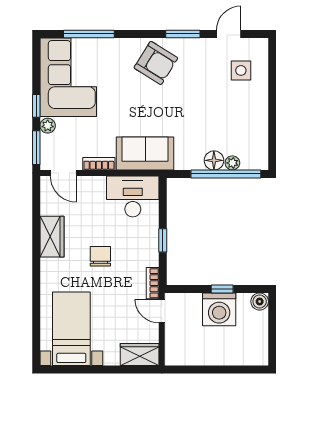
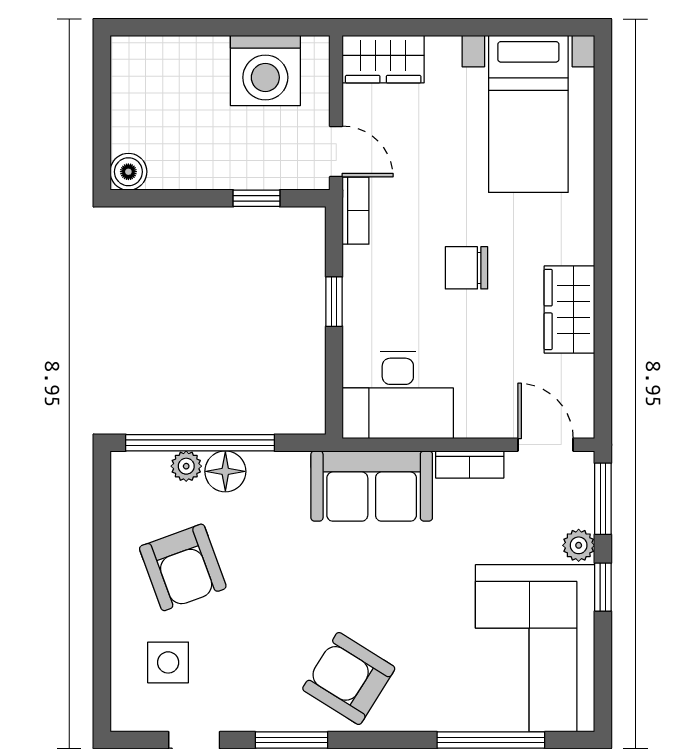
armchair: (234, 115) -> (183, 567), added
chair: (100, 256) -> (467, 268), turned 90
window: (222, 289) -> (257, 198), moved
washing machine: (219, 309) -> (265, 70), moved, turned 180

